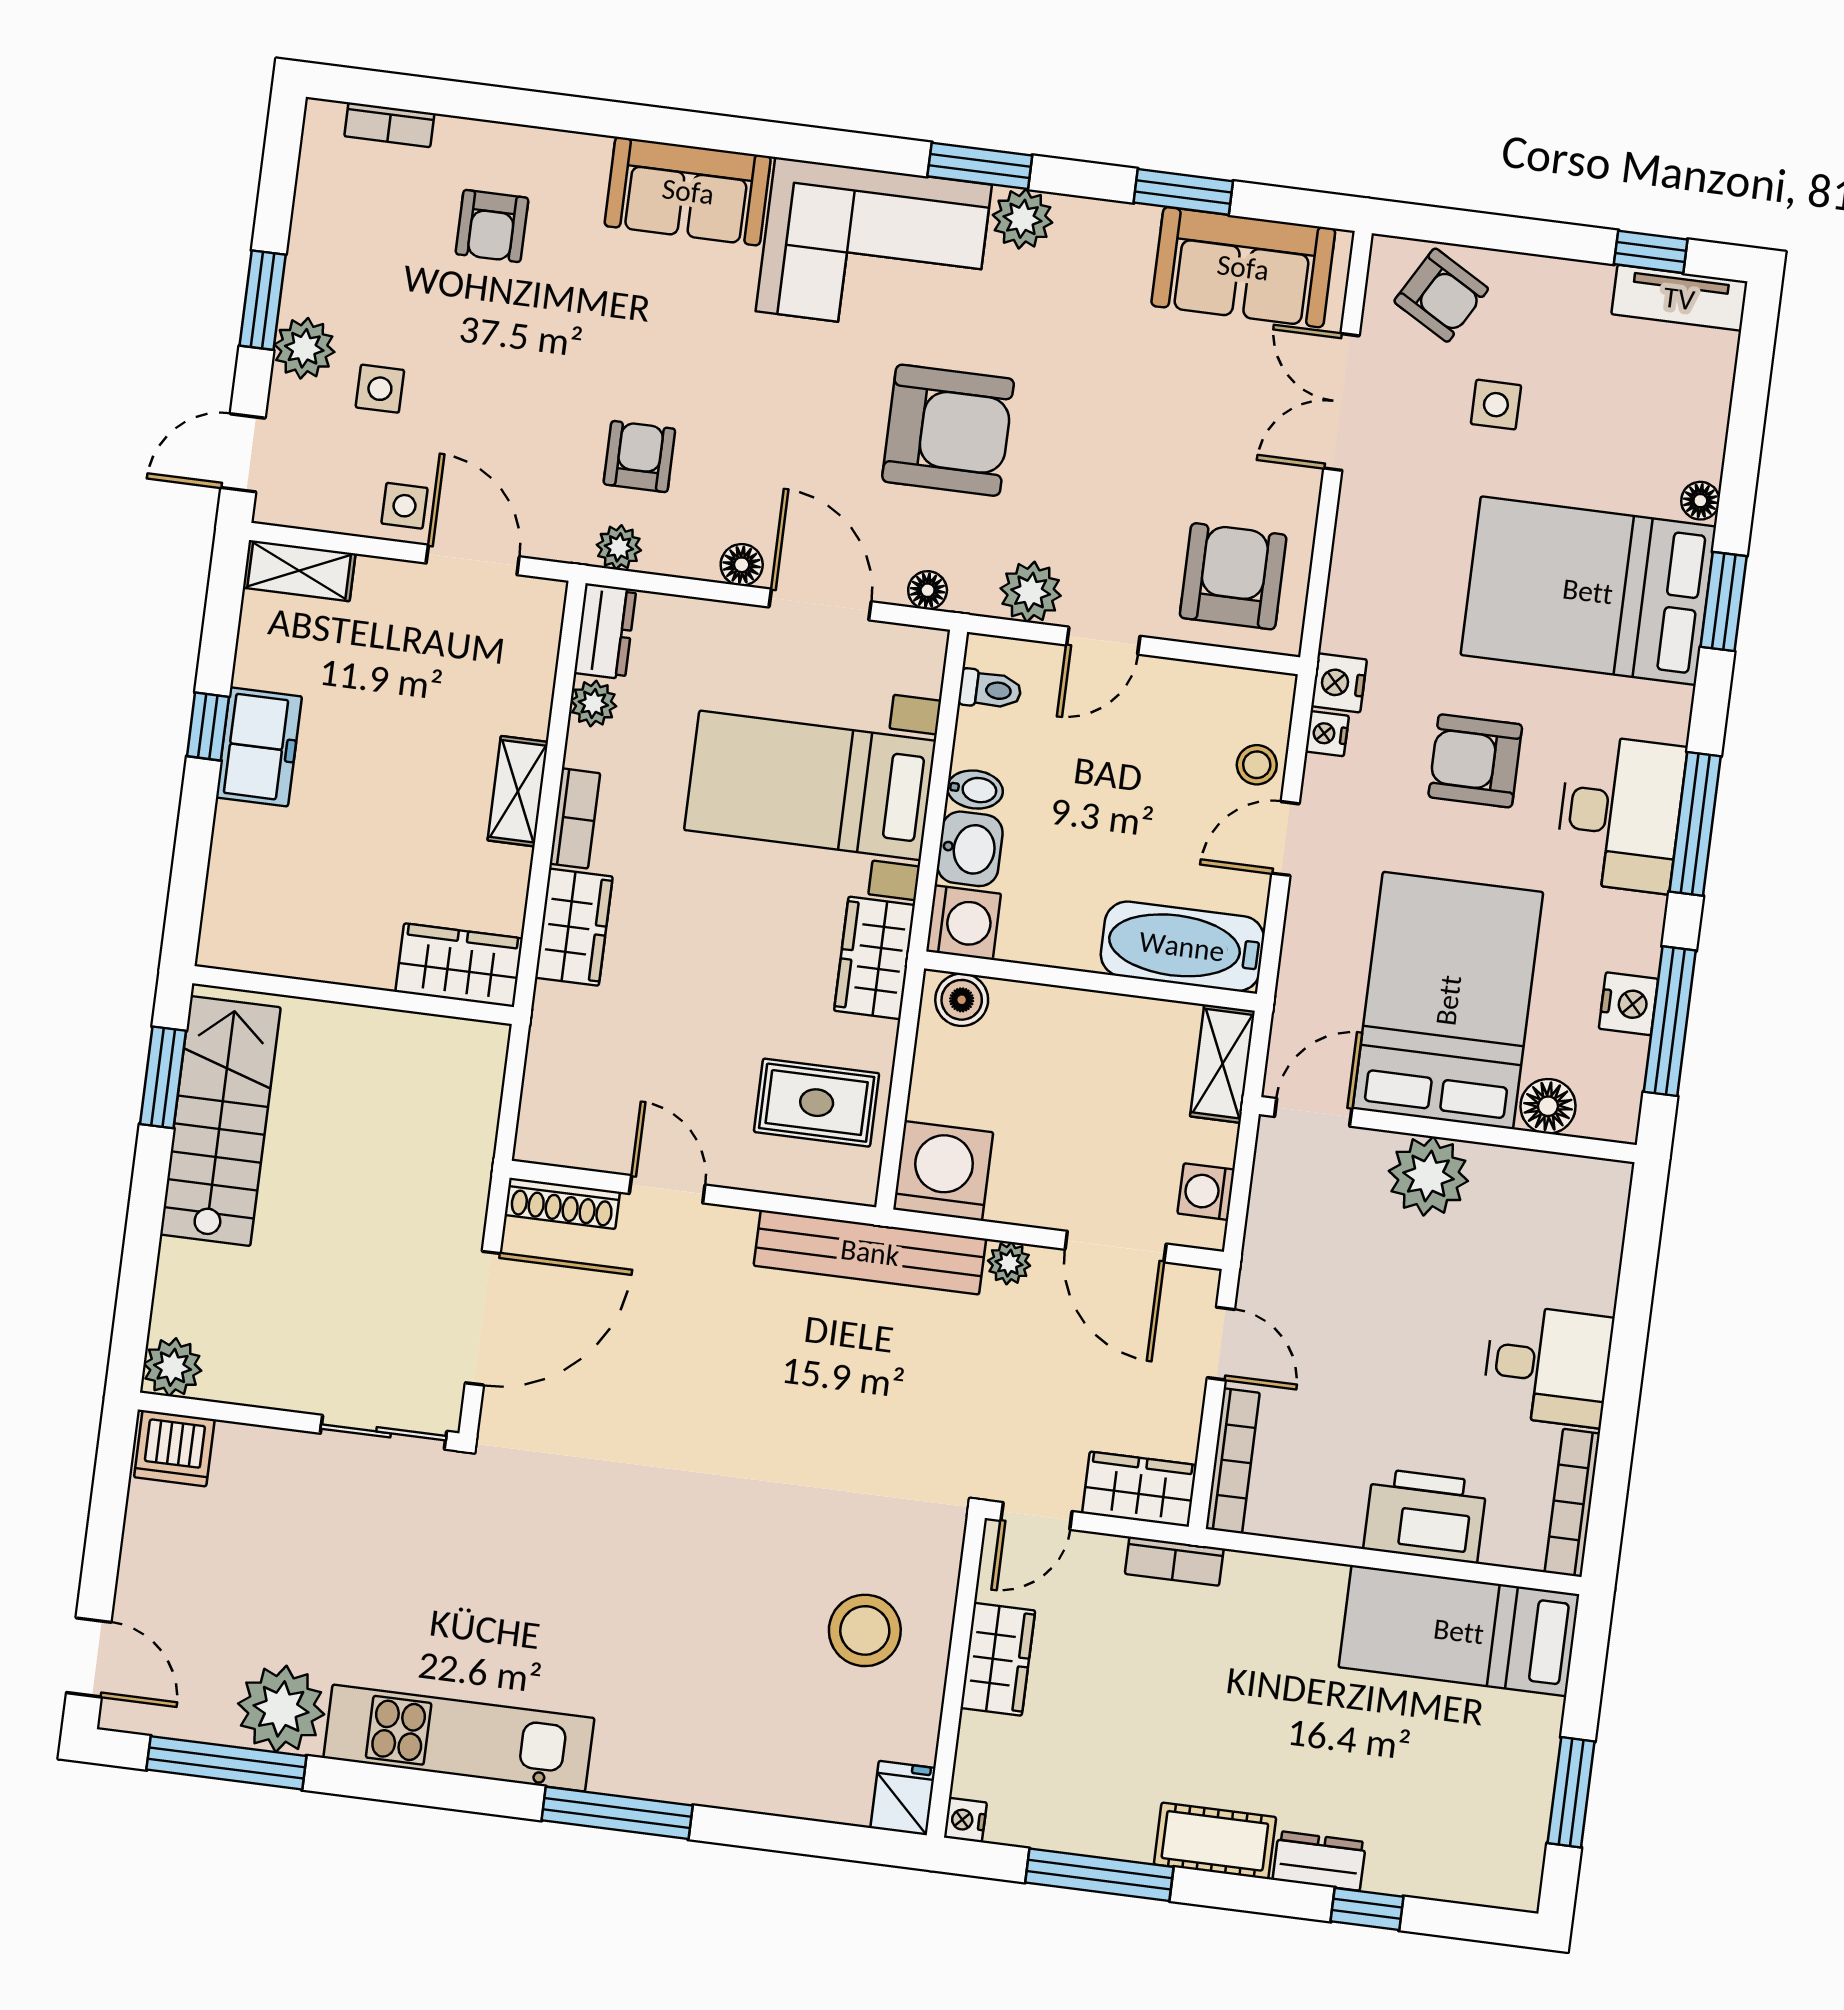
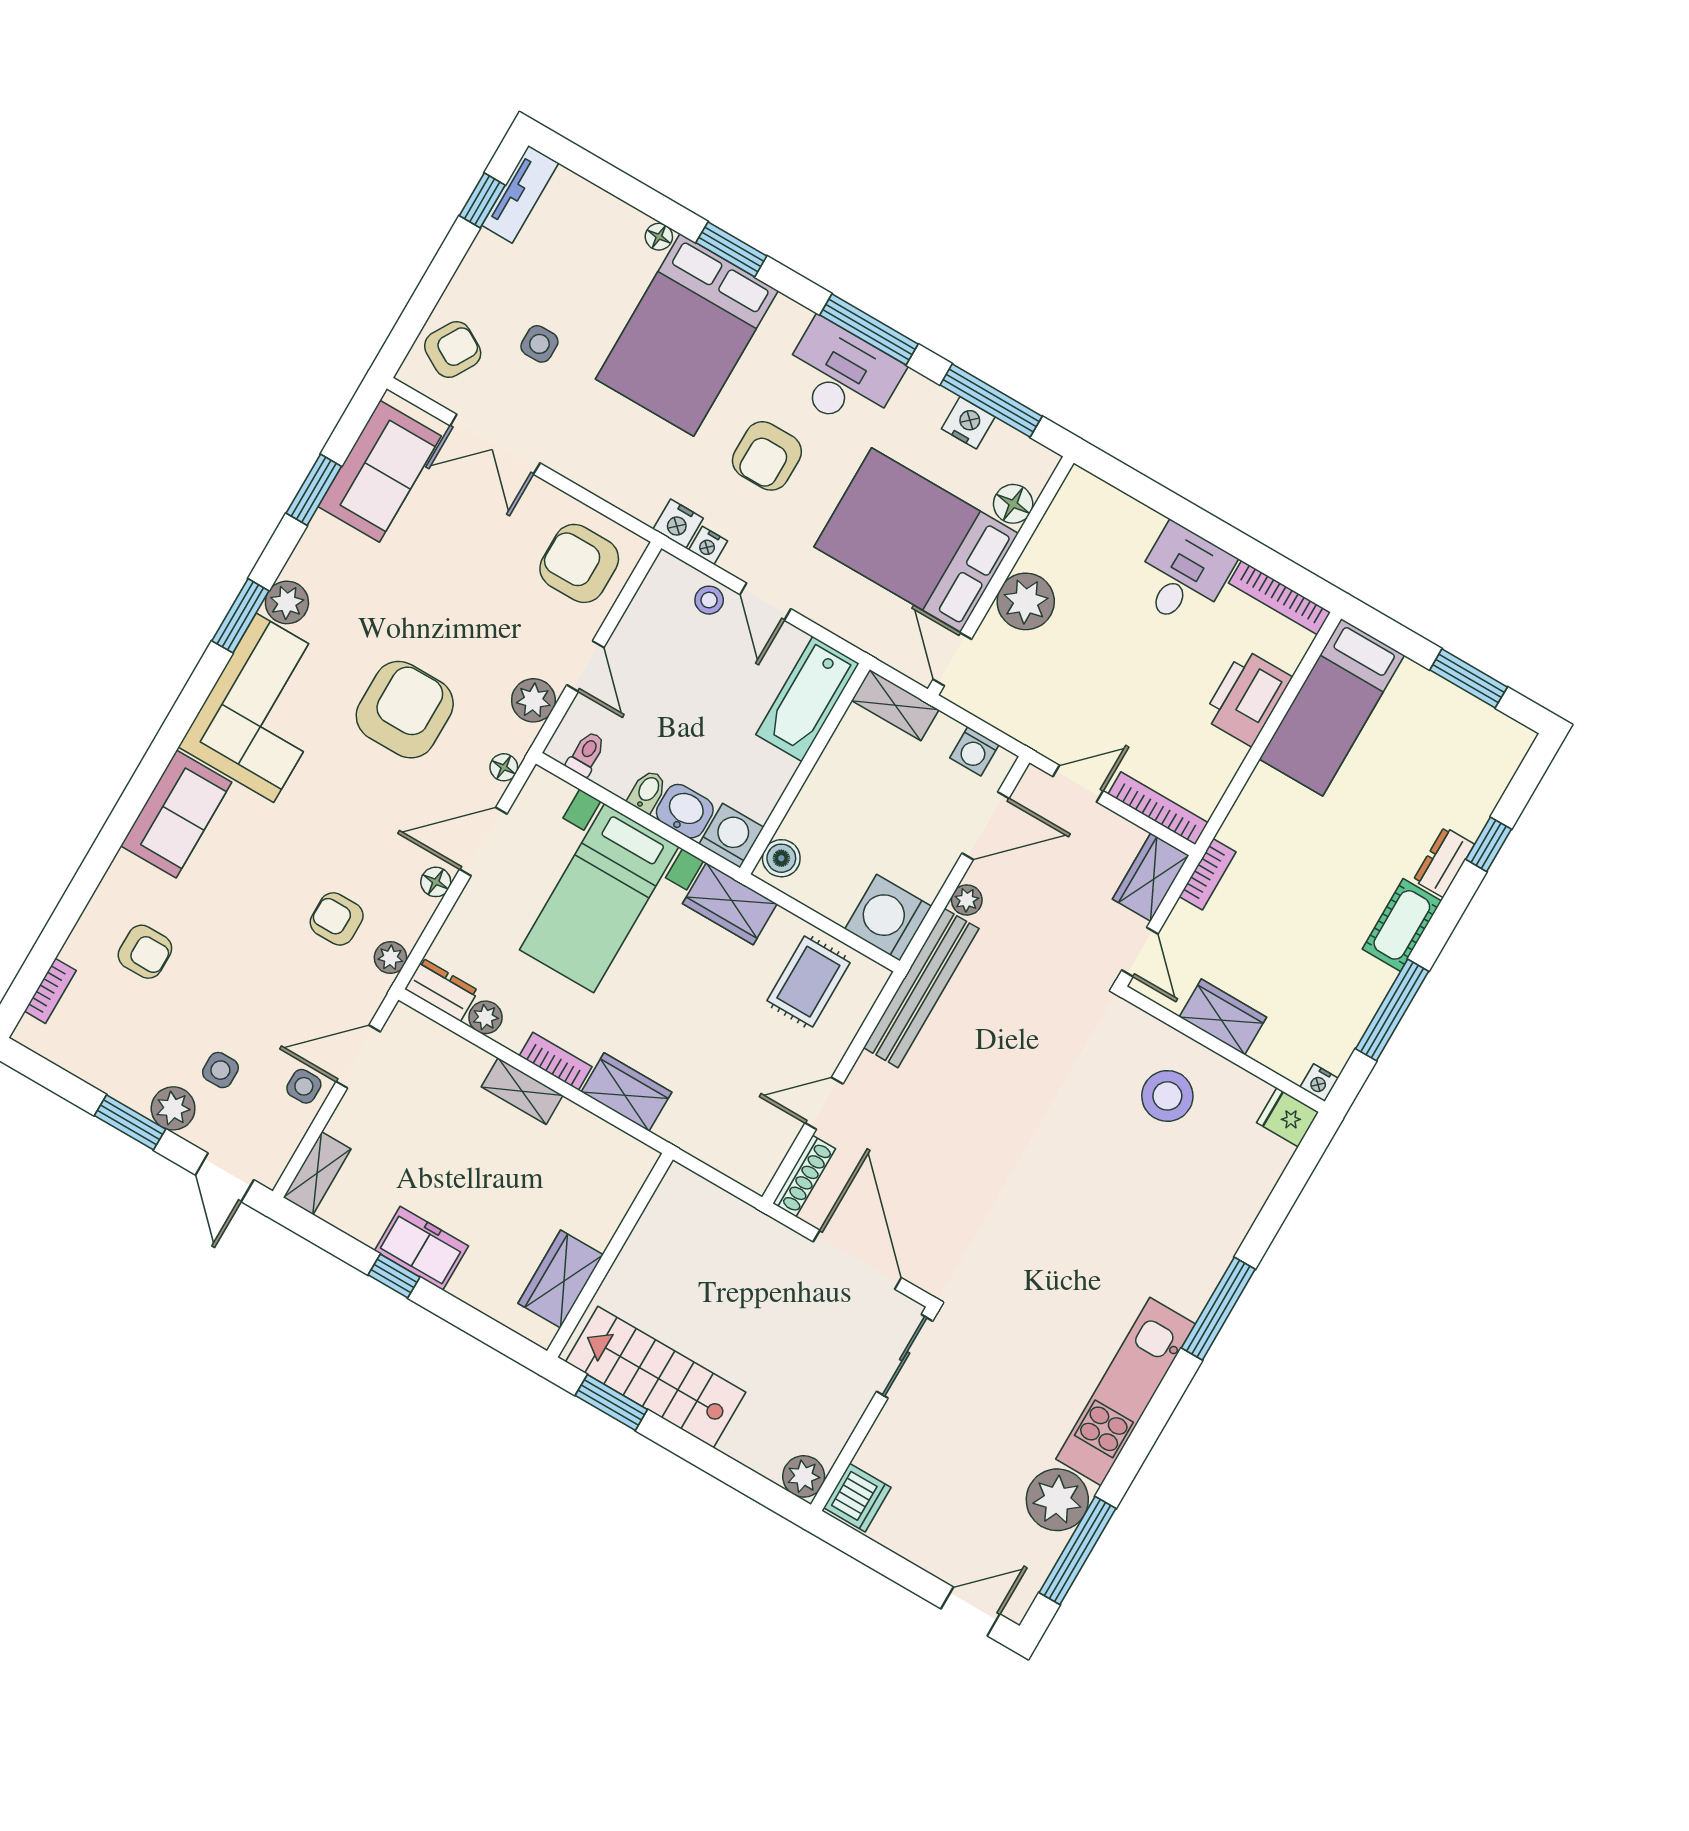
wardrobe: (459, 965) -> (561, 1279), moved

